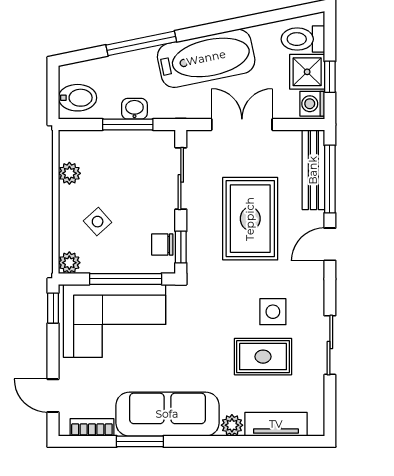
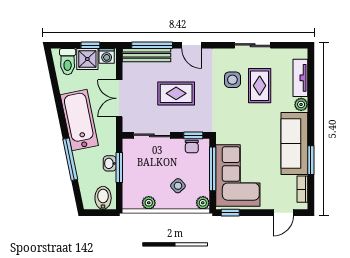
rug: (250, 219) -> (176, 93), width x0.73, depth x0.70

